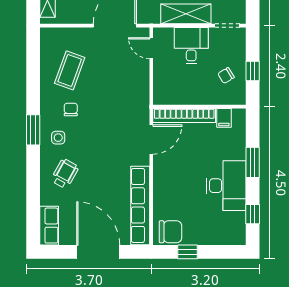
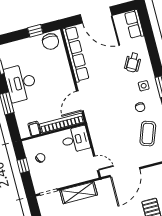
desk: (191, 46) -> (76, 140), moved, turned -90
chair: (170, 232) -> (51, 42), turned -90

